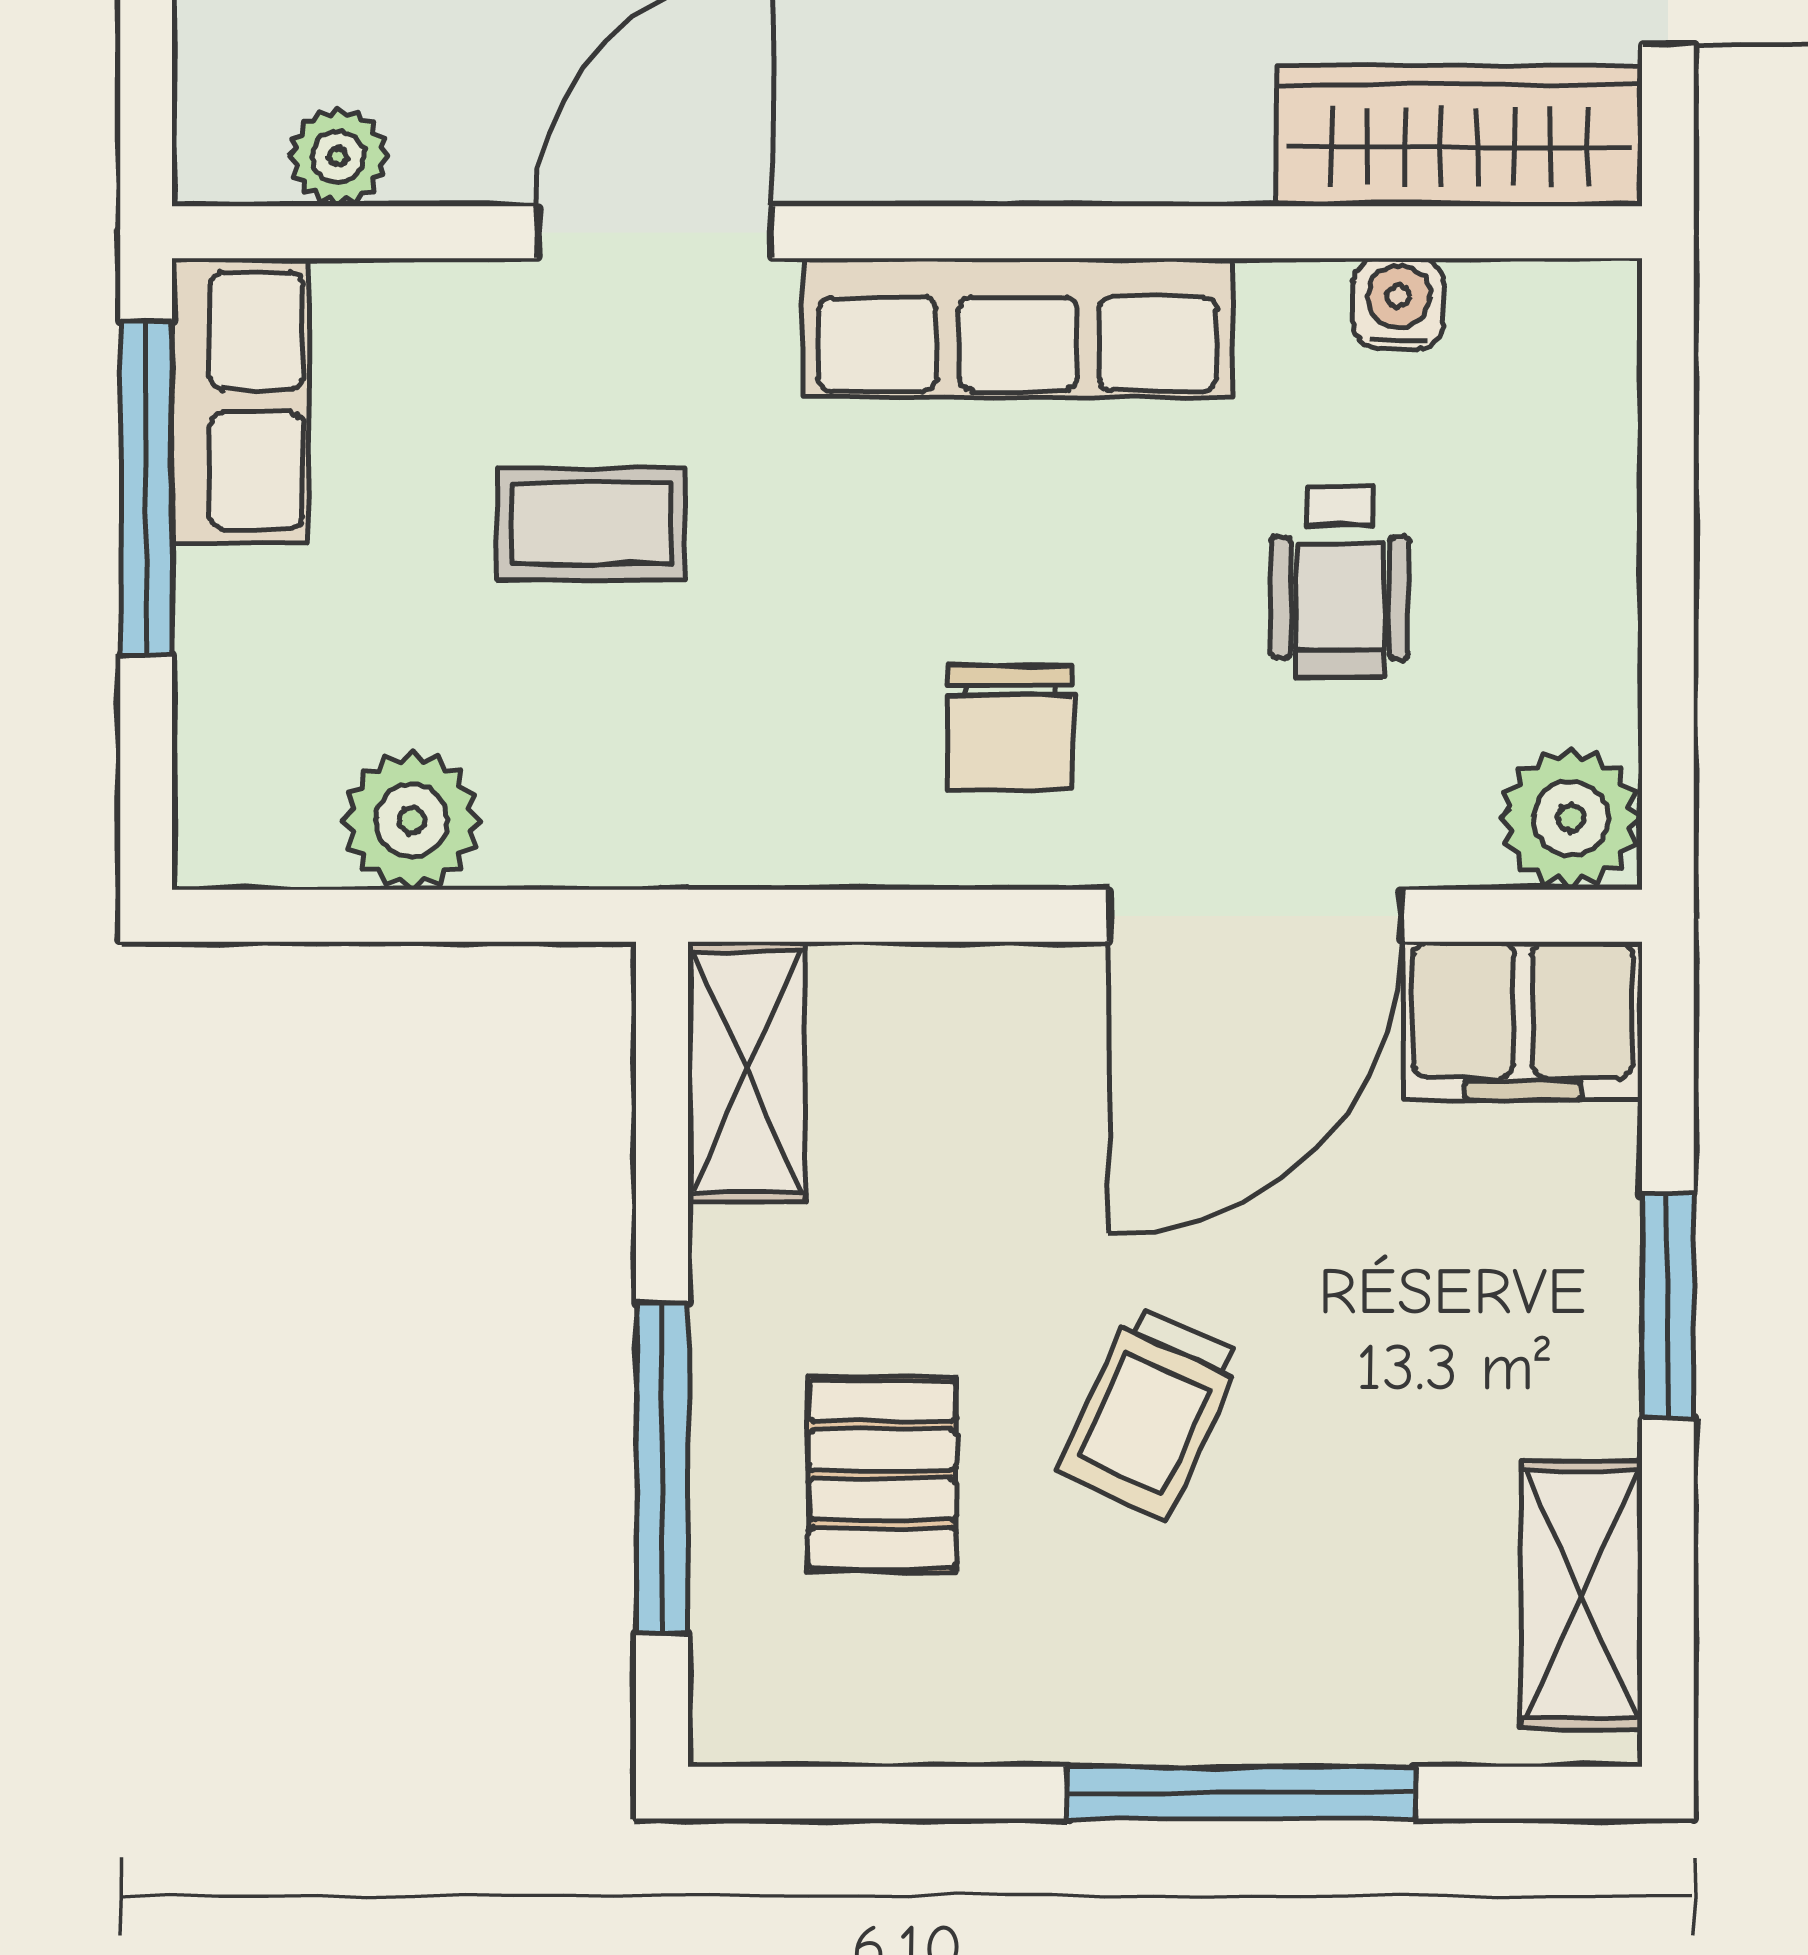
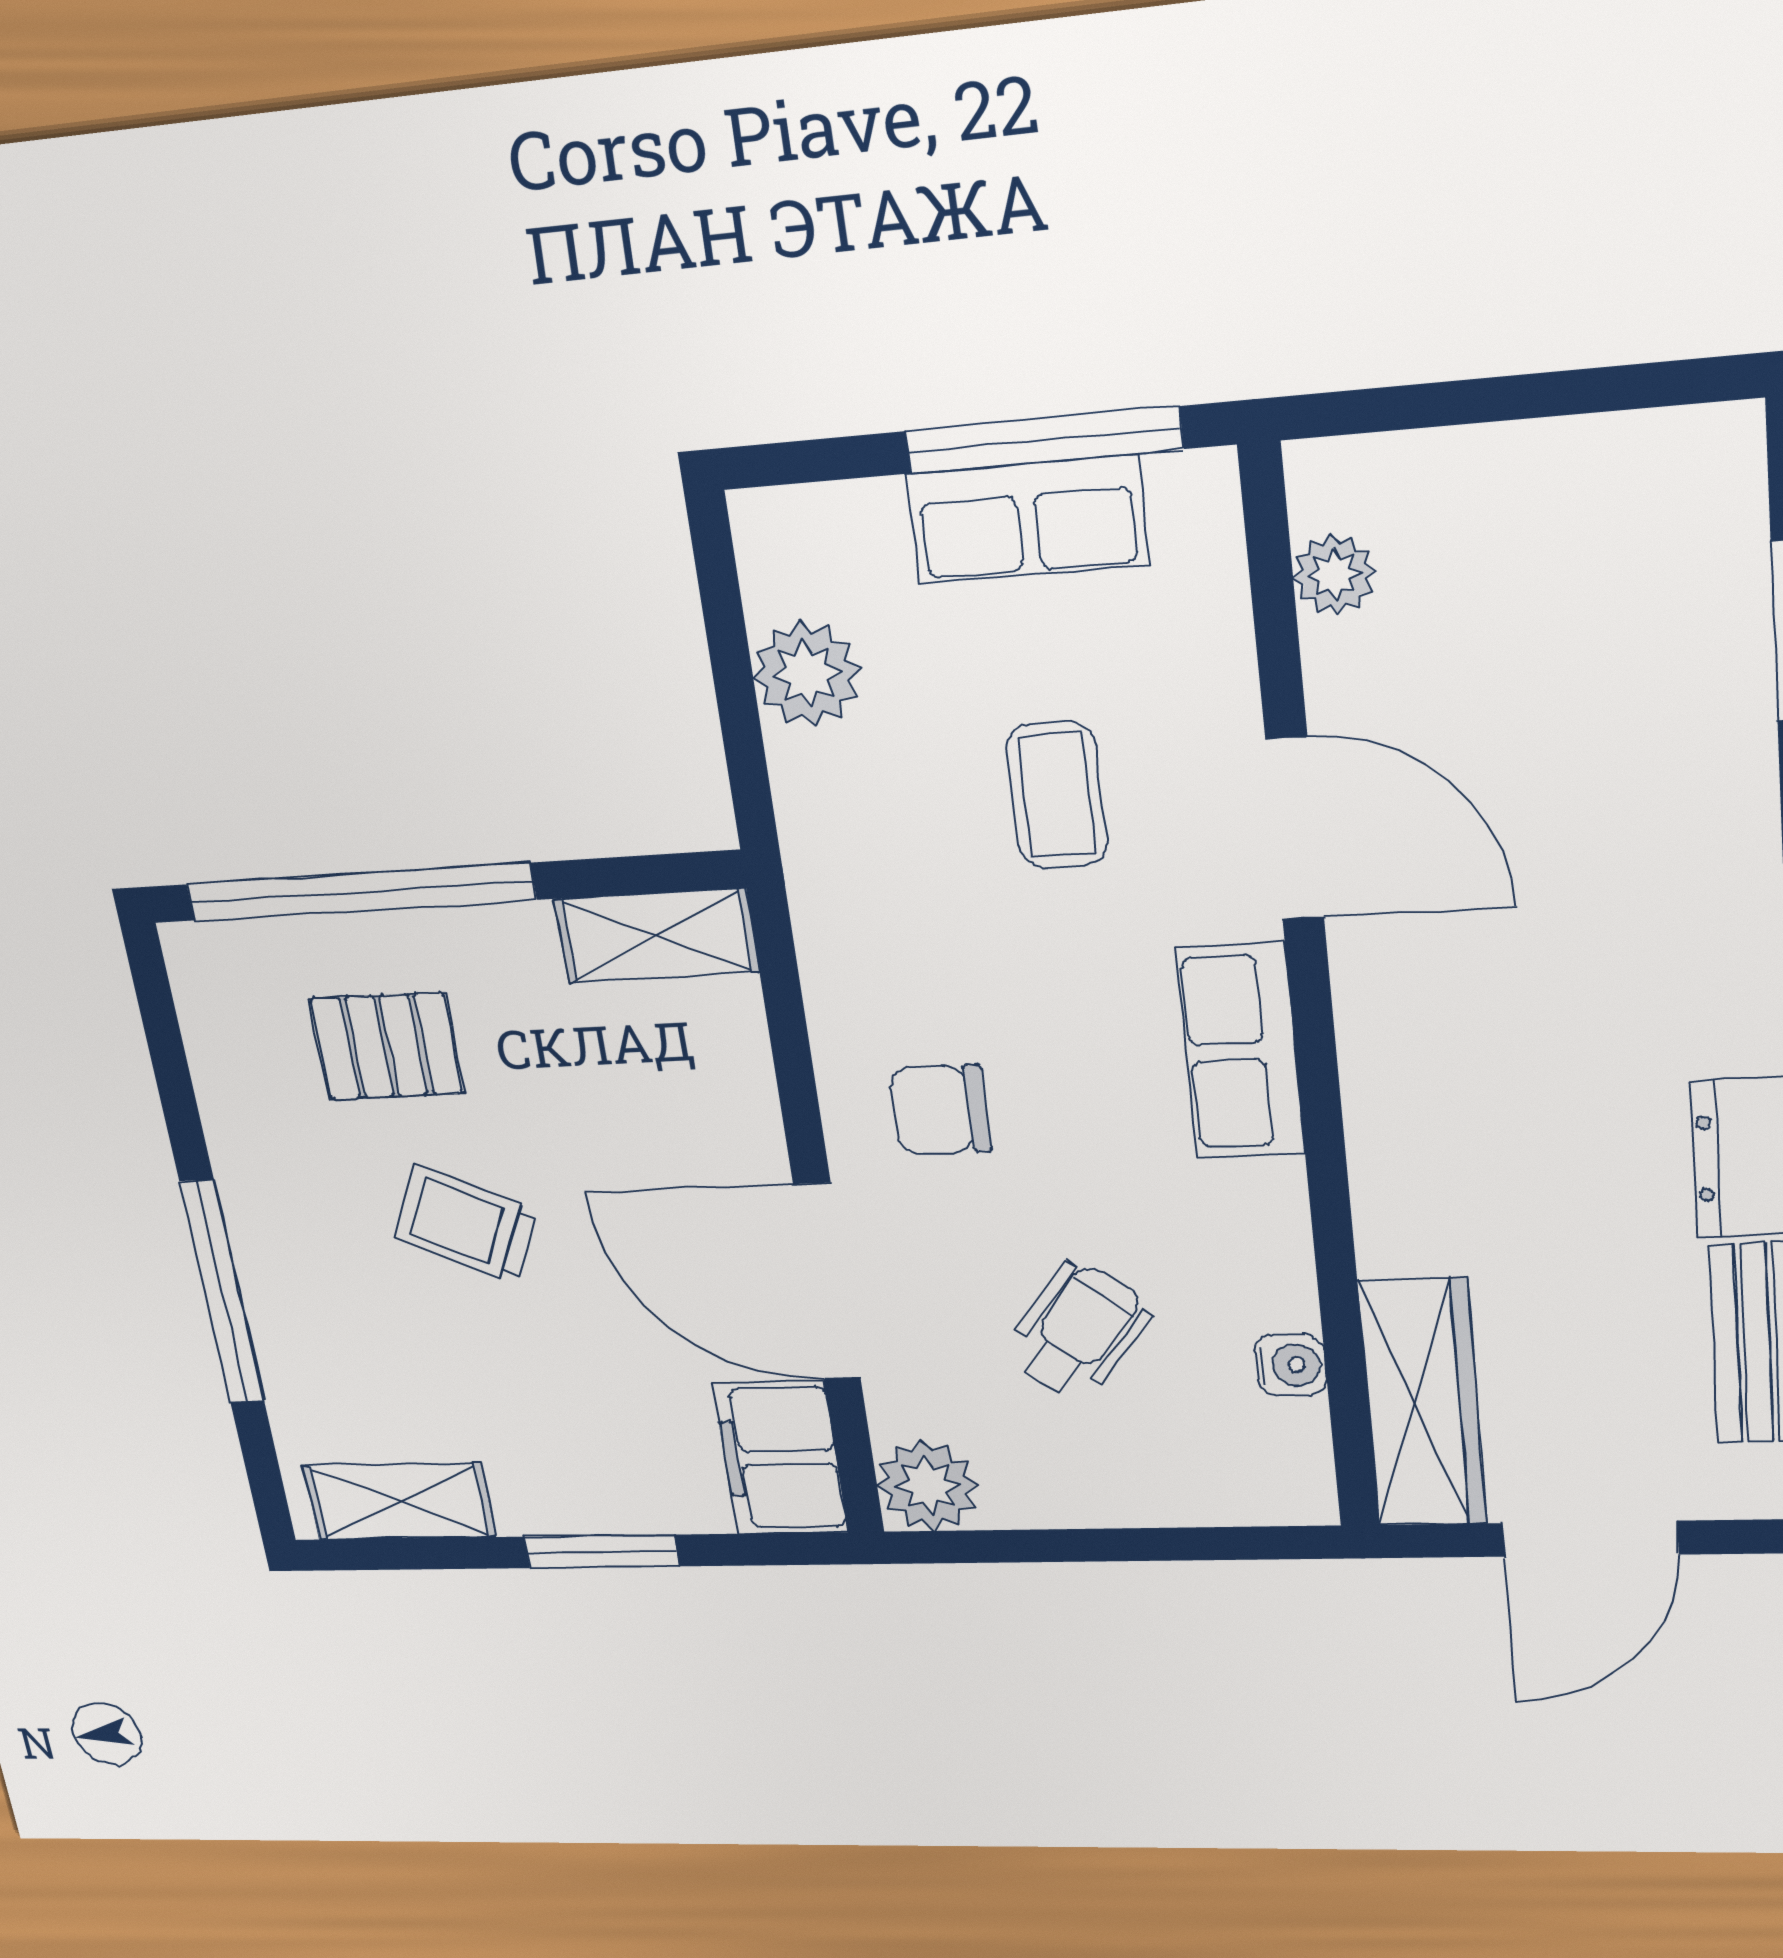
row of seats: (1018, 328) -> (1241, 1052), width x0.68
row of seats: (240, 401) -> (1027, 519), moved
wheelchair: (1340, 582) -> (1078, 1331), turned 128
window: (662, 1468) -> (360, 892), width x1.46

